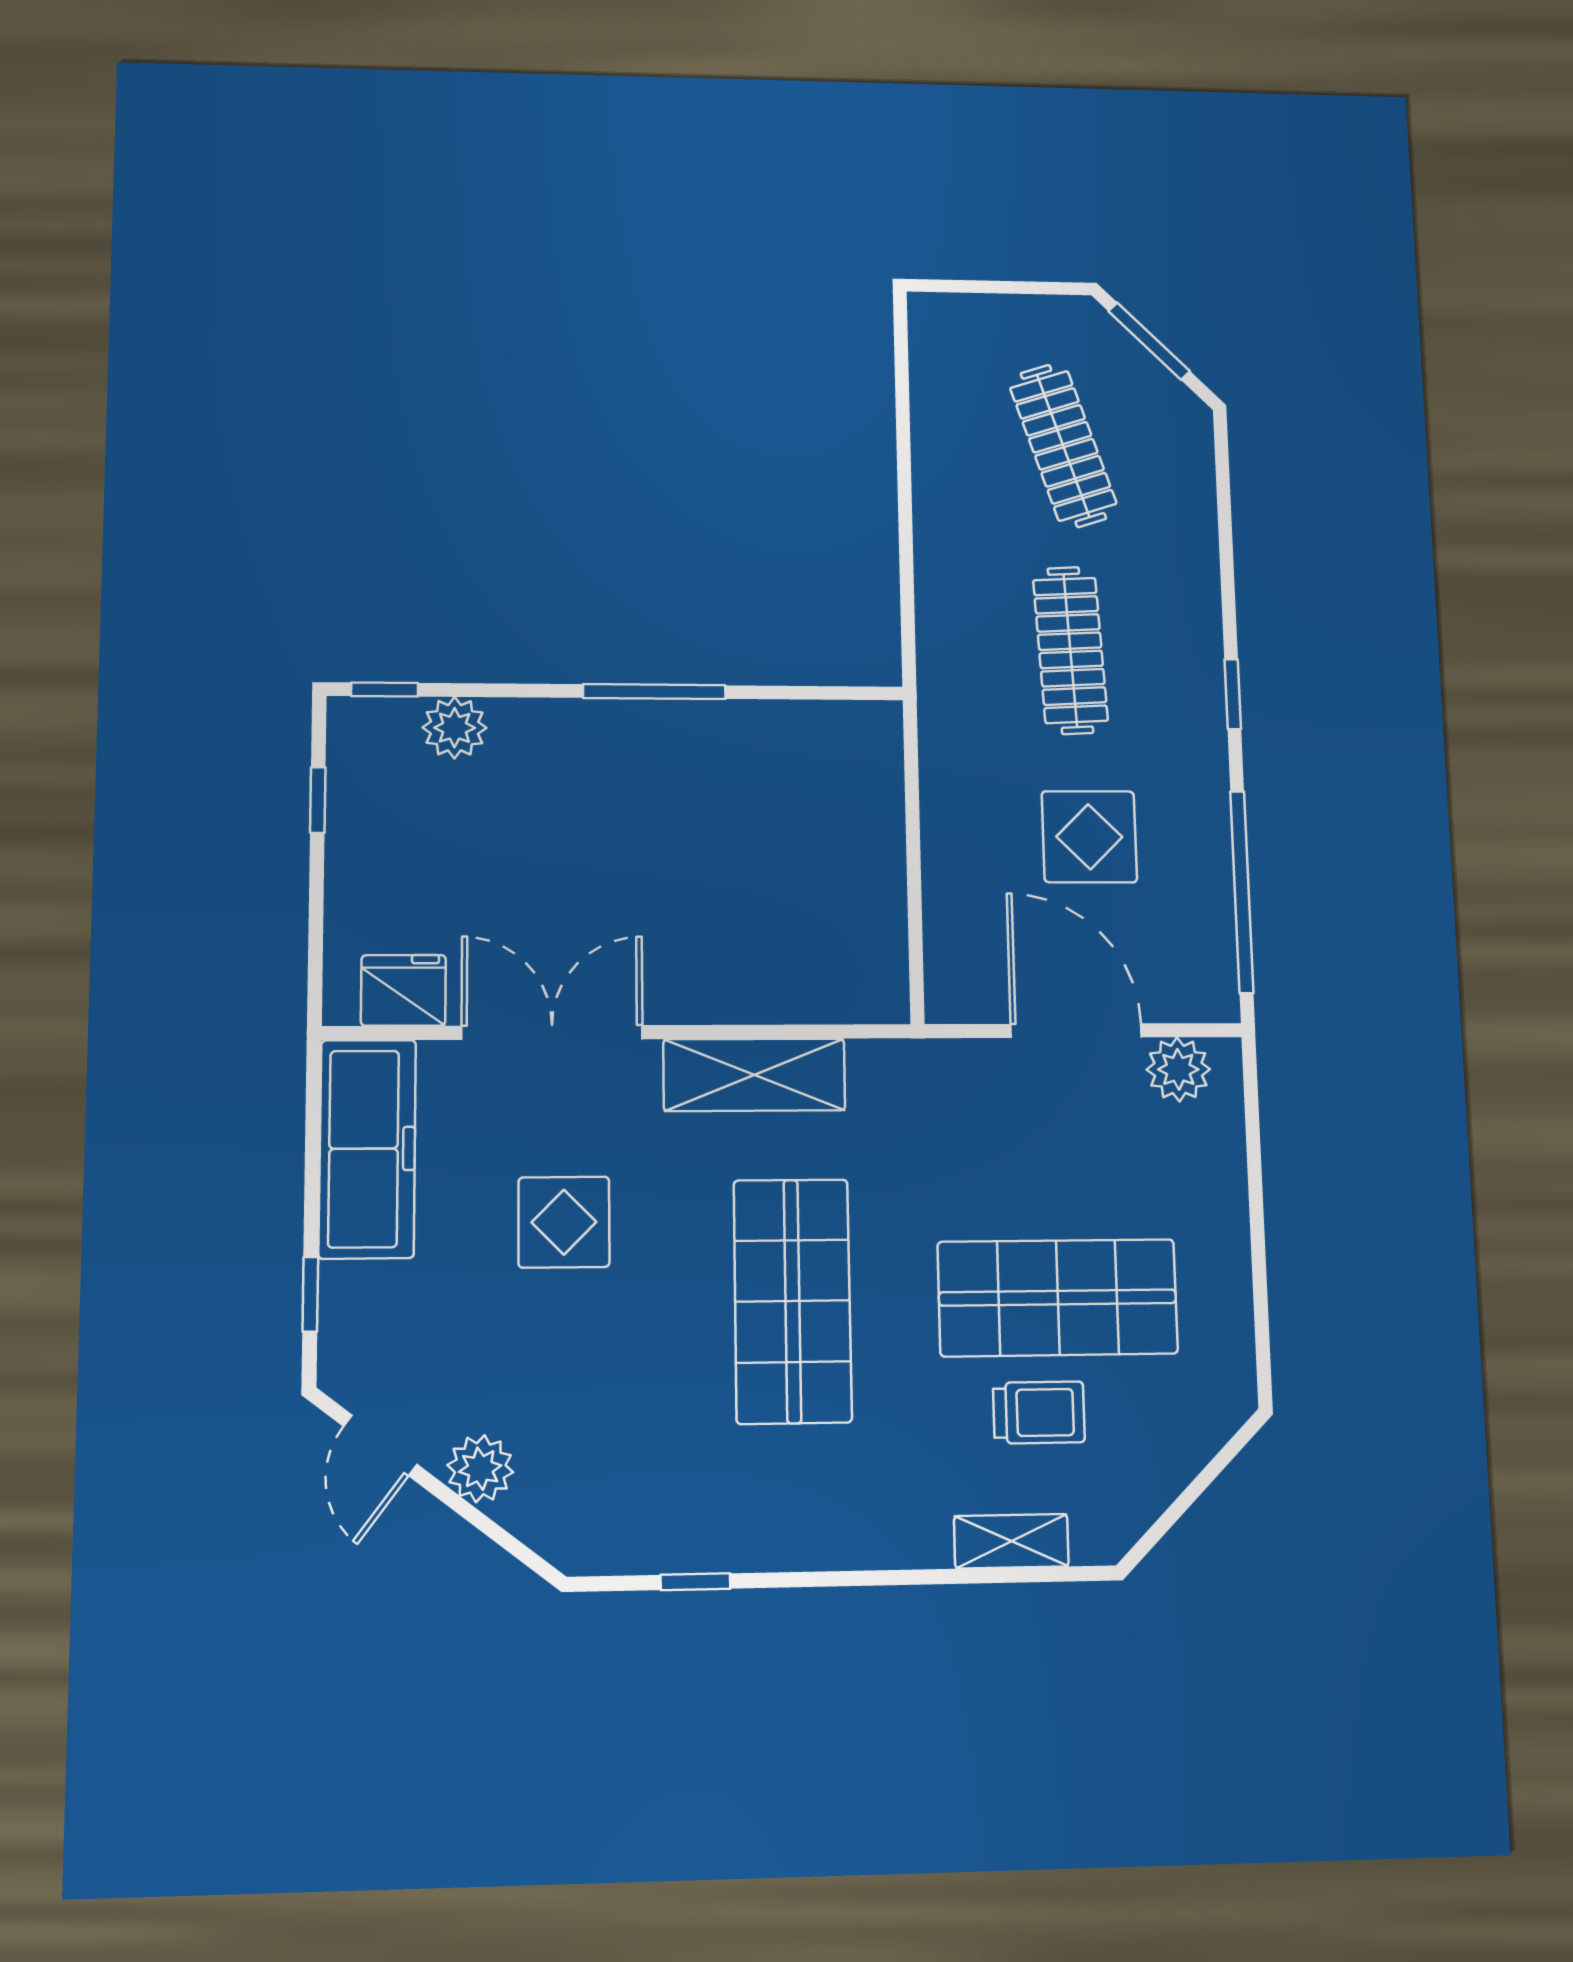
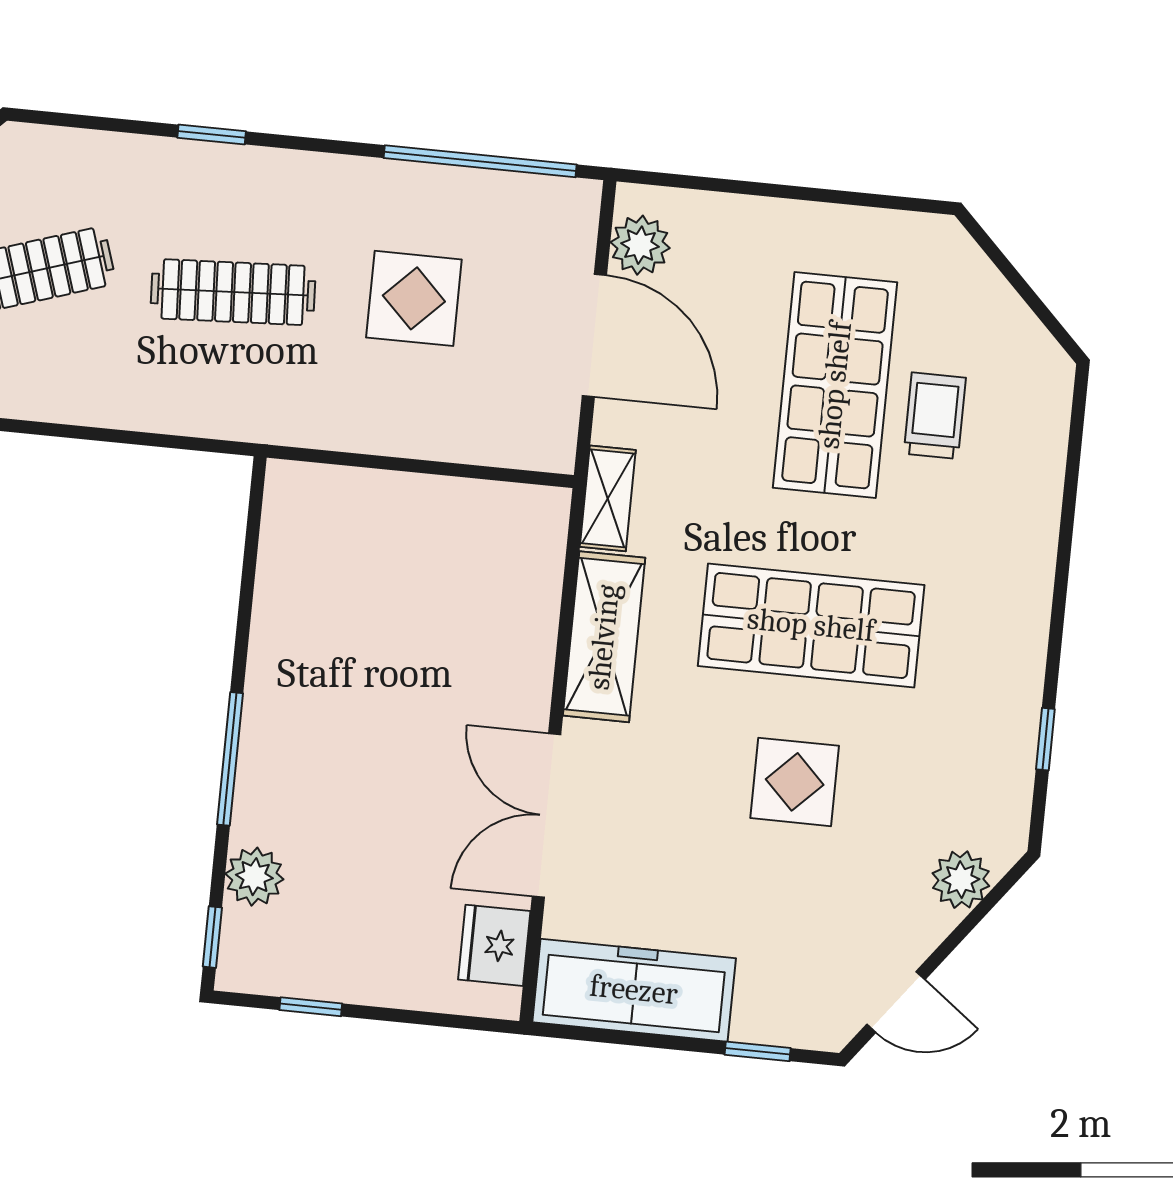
window: (654, 692) -> (230, 759), moved
window: (1233, 694) -> (212, 134), moved
door: (1076, 1031) -> (594, 335), swing flipped
display table: (564, 1222) -> (795, 782), moved
plant: (480, 1469) -> (961, 880), moved
shelving: (1011, 1541) -> (608, 498), moved

